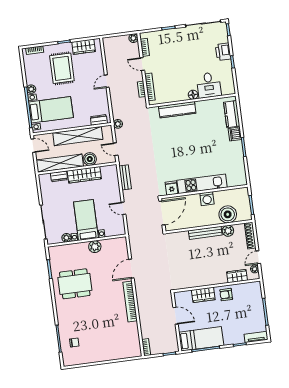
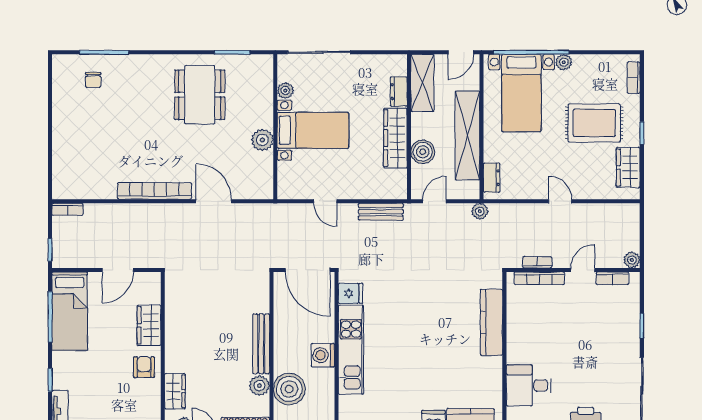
floor lamp: (193, 95) -> (515, 355), removed
shelving: (60, 163) -> (422, 83), width x0.68
door: (123, 208) -> (325, 201), swing flipped

